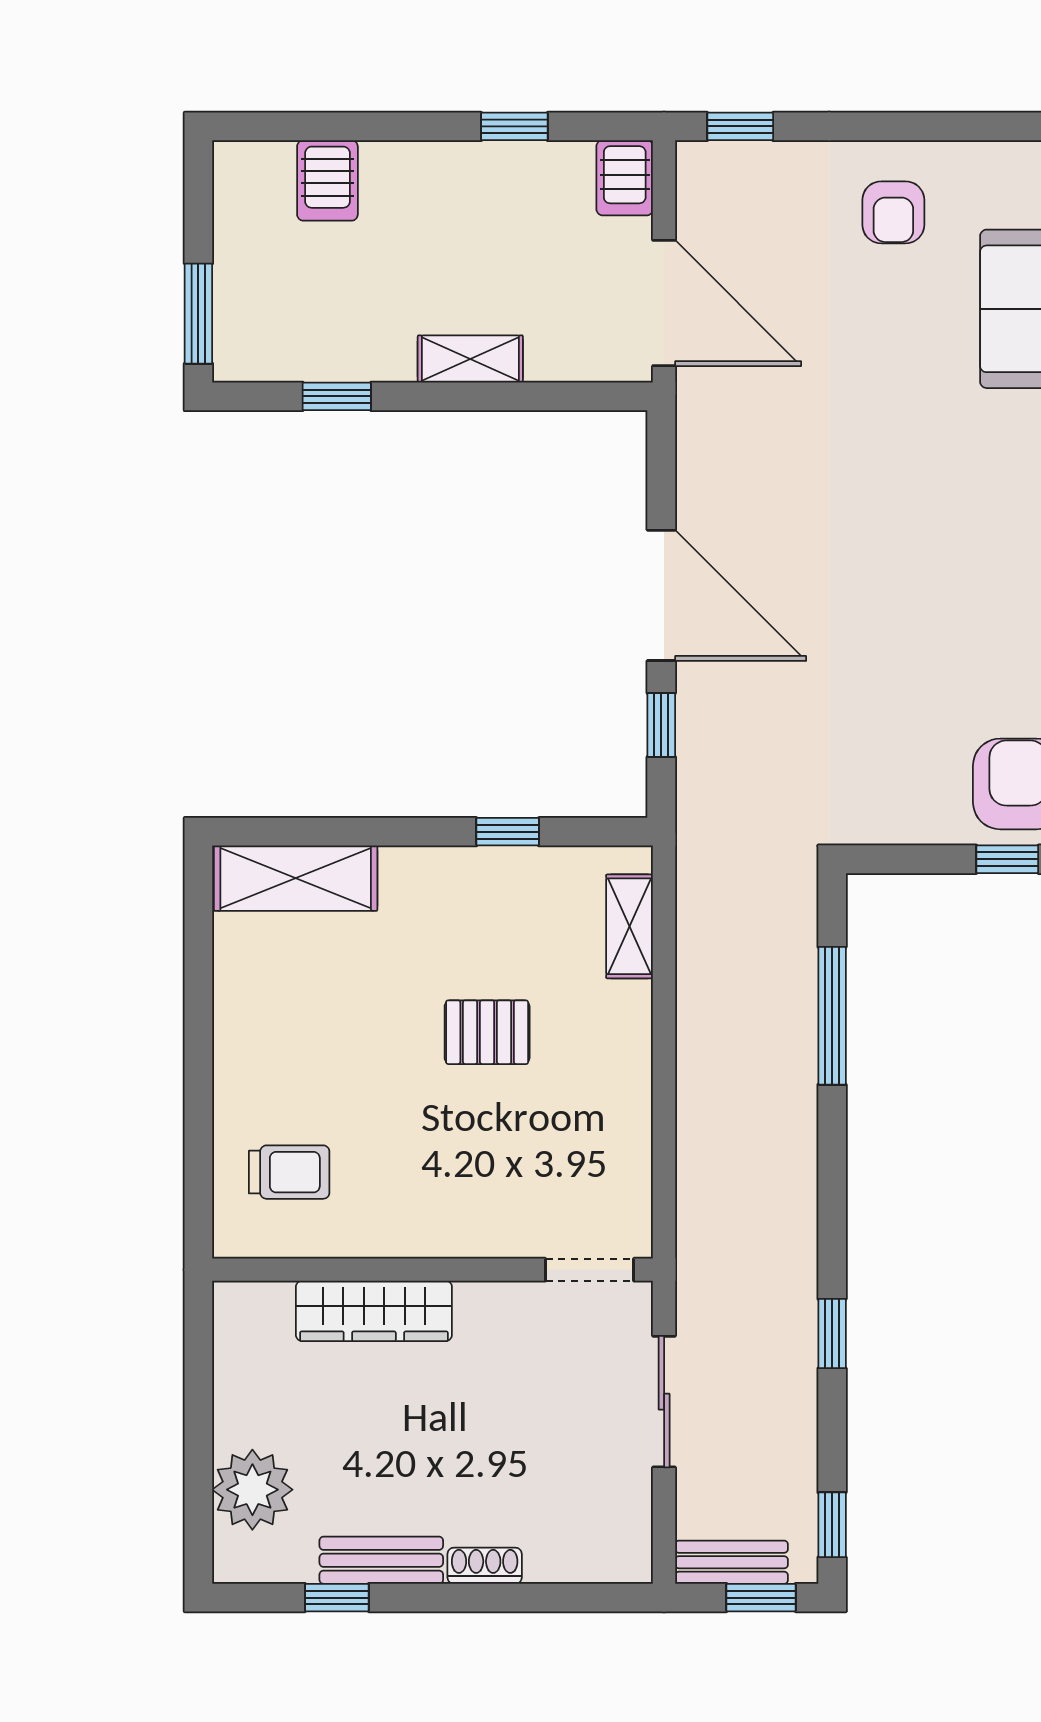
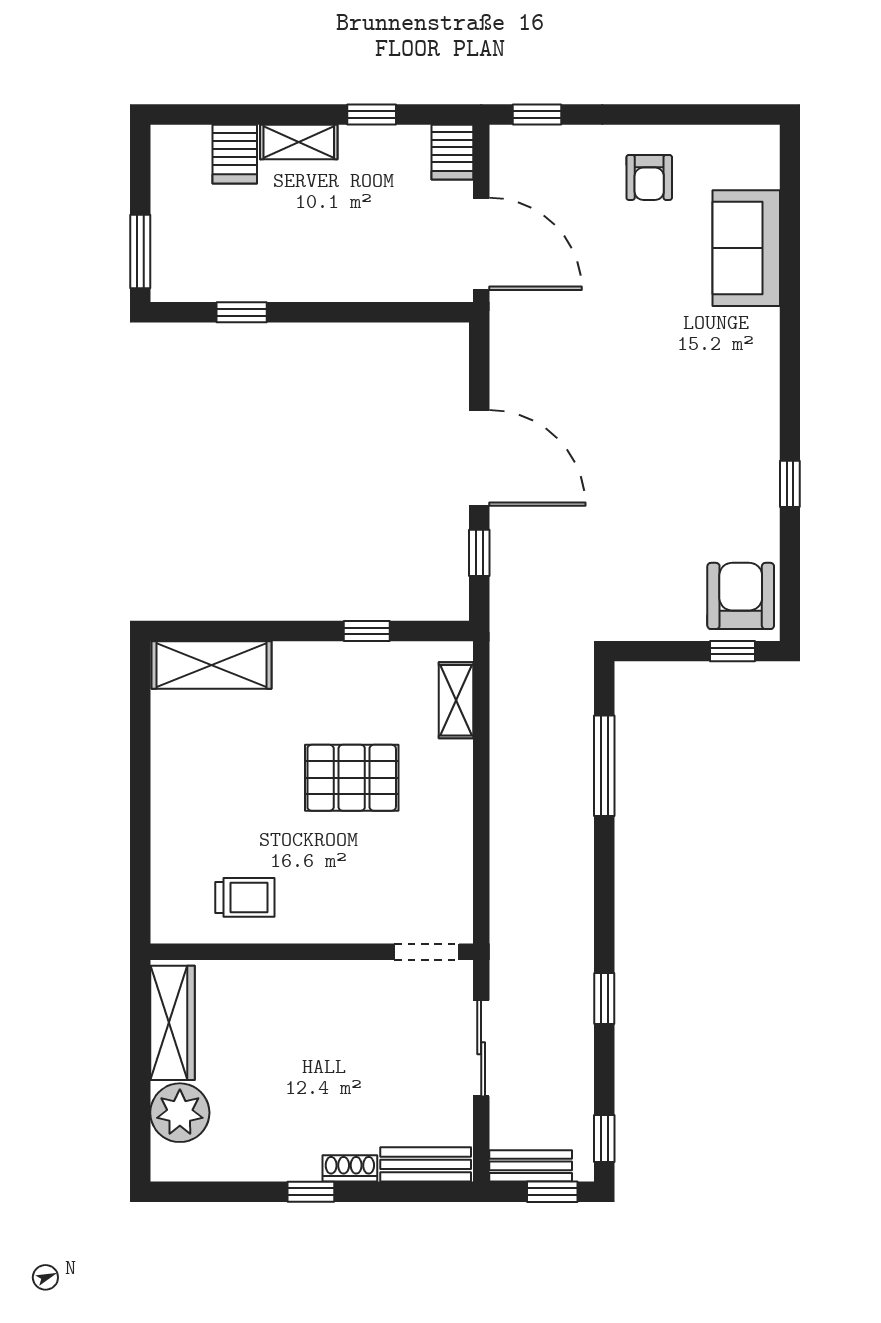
shelving: (470, 359) -> (299, 142), moved
pallet: (487, 1032) -> (352, 778), width x1.50, depth x1.42
trolley: (289, 1172) -> (245, 897), moved
wardrobe: (374, 1311) -> (172, 1023), moved, turned -90
bench: (381, 1560) -> (426, 1164), moved
window: (337, 1598) -> (311, 1192), moved

